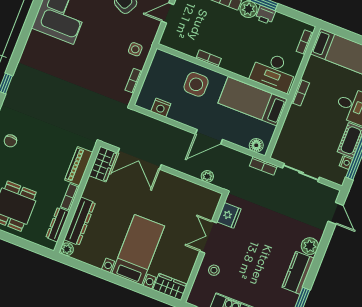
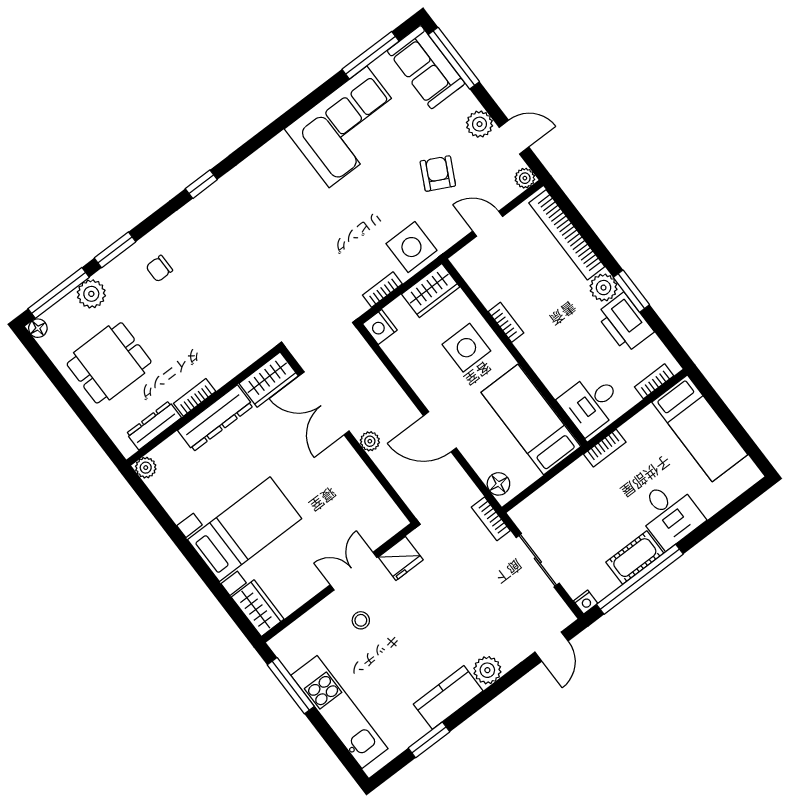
printer: (265, 15) -> (625, 323), width x1.87, depth x1.48
side table: (135, 49) -> (411, 247), width x1.87, depth x1.87
wardrobe: (159, 66) -> (431, 290), added
desk: (274, 72) -> (591, 403), width x0.73
nightstand: (161, 108) -> (380, 327), moved
nightstand: (346, 163) -> (586, 602), moved
piano: (79, 166) -> (233, 362), removed
plant: (207, 176) -> (370, 441), moved
dresser: (80, 221) -> (215, 418), moved
stool: (214, 270) -> (361, 620), moved

